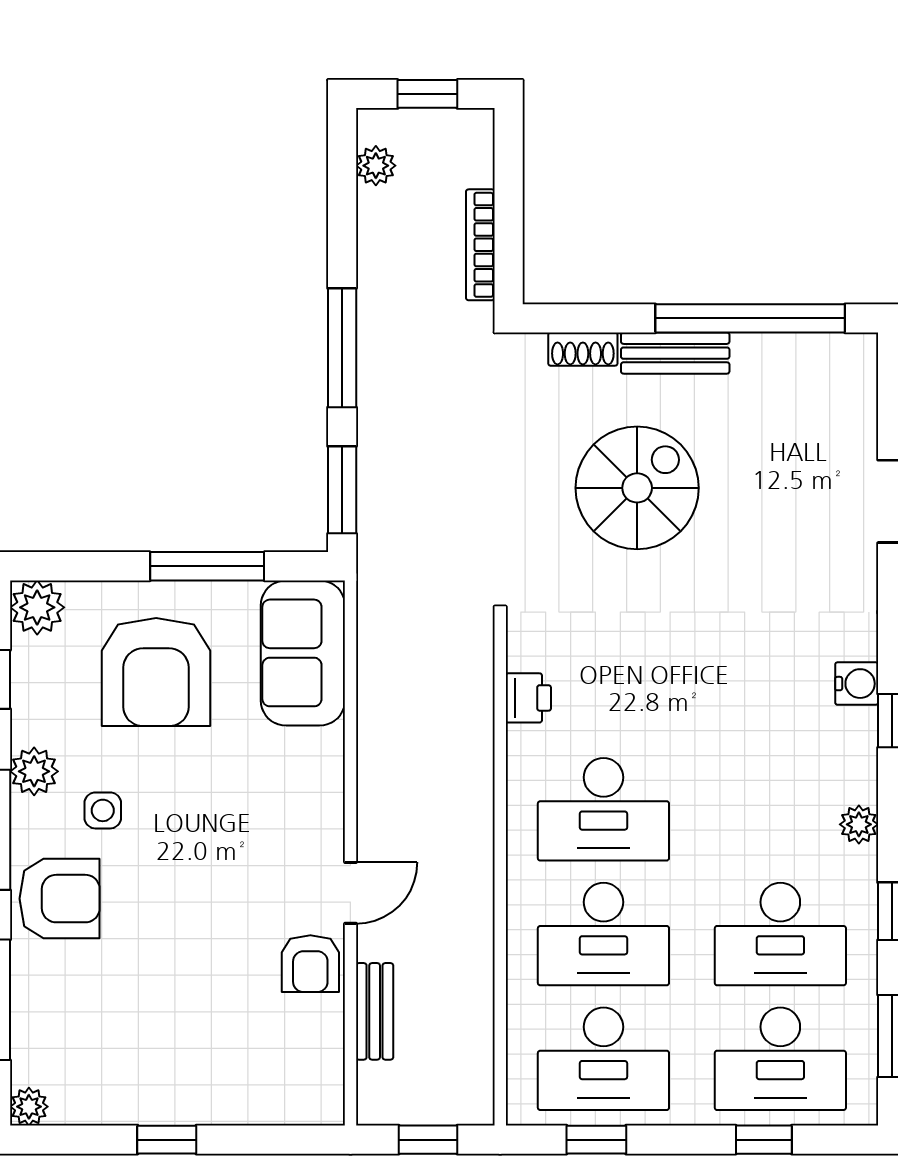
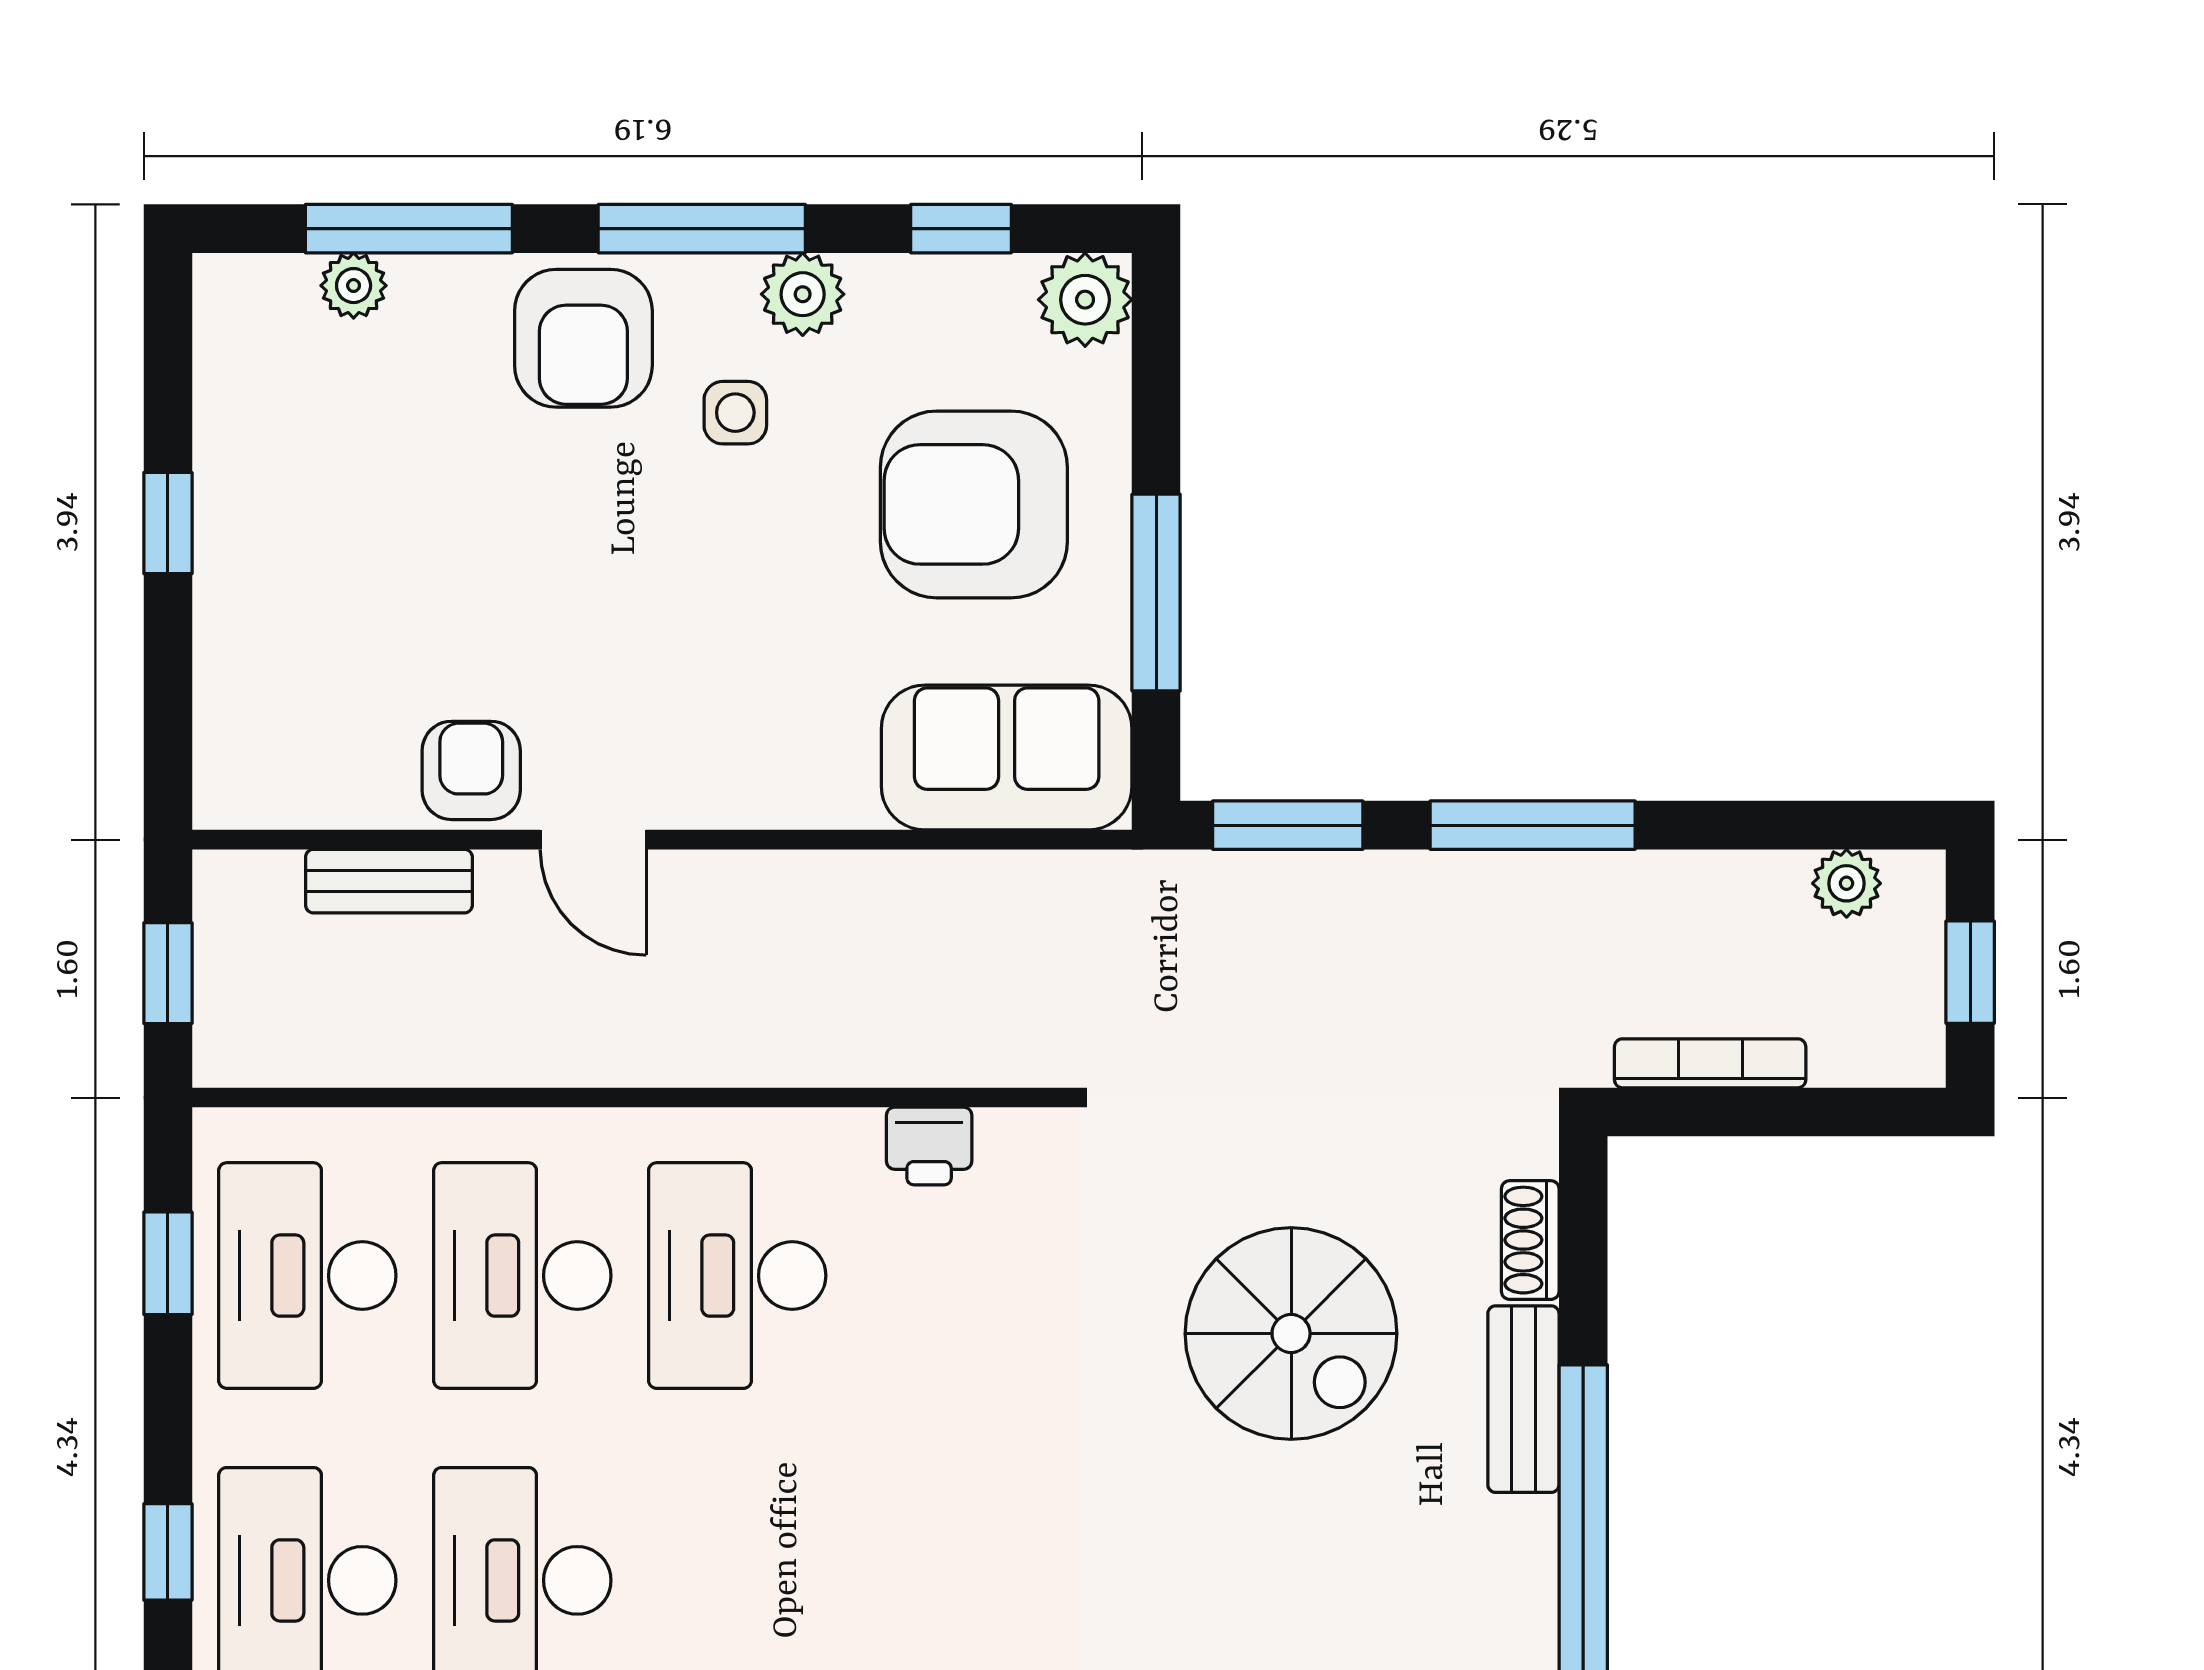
armchair: (310, 964) -> (471, 770), turned 90
plant: (29, 1107) -> (354, 286), moved

